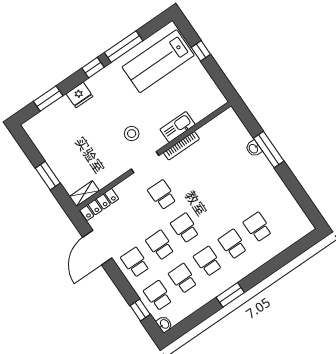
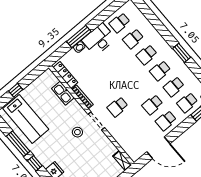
kitchen sink: (178, 127) -> (63, 93), moved
desk: (262, 178) -> (99, 39), added
locker: (99, 204) -> (65, 75), moved
school desk: (185, 228) -> (120, 23), moved

